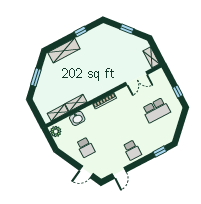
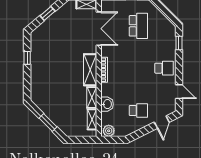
shelving: (64, 51) -> (90, 70), moved
double door: (136, 78) -> (99, 29), width x1.37

